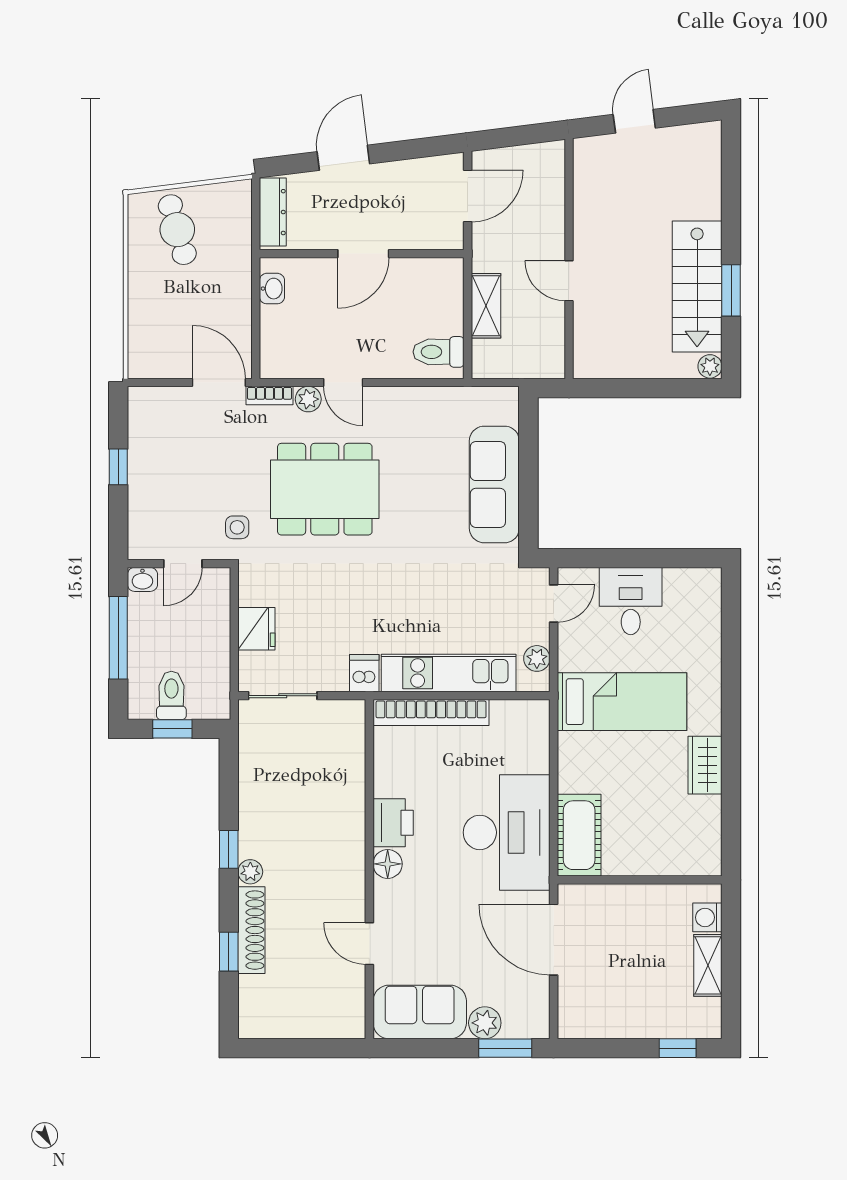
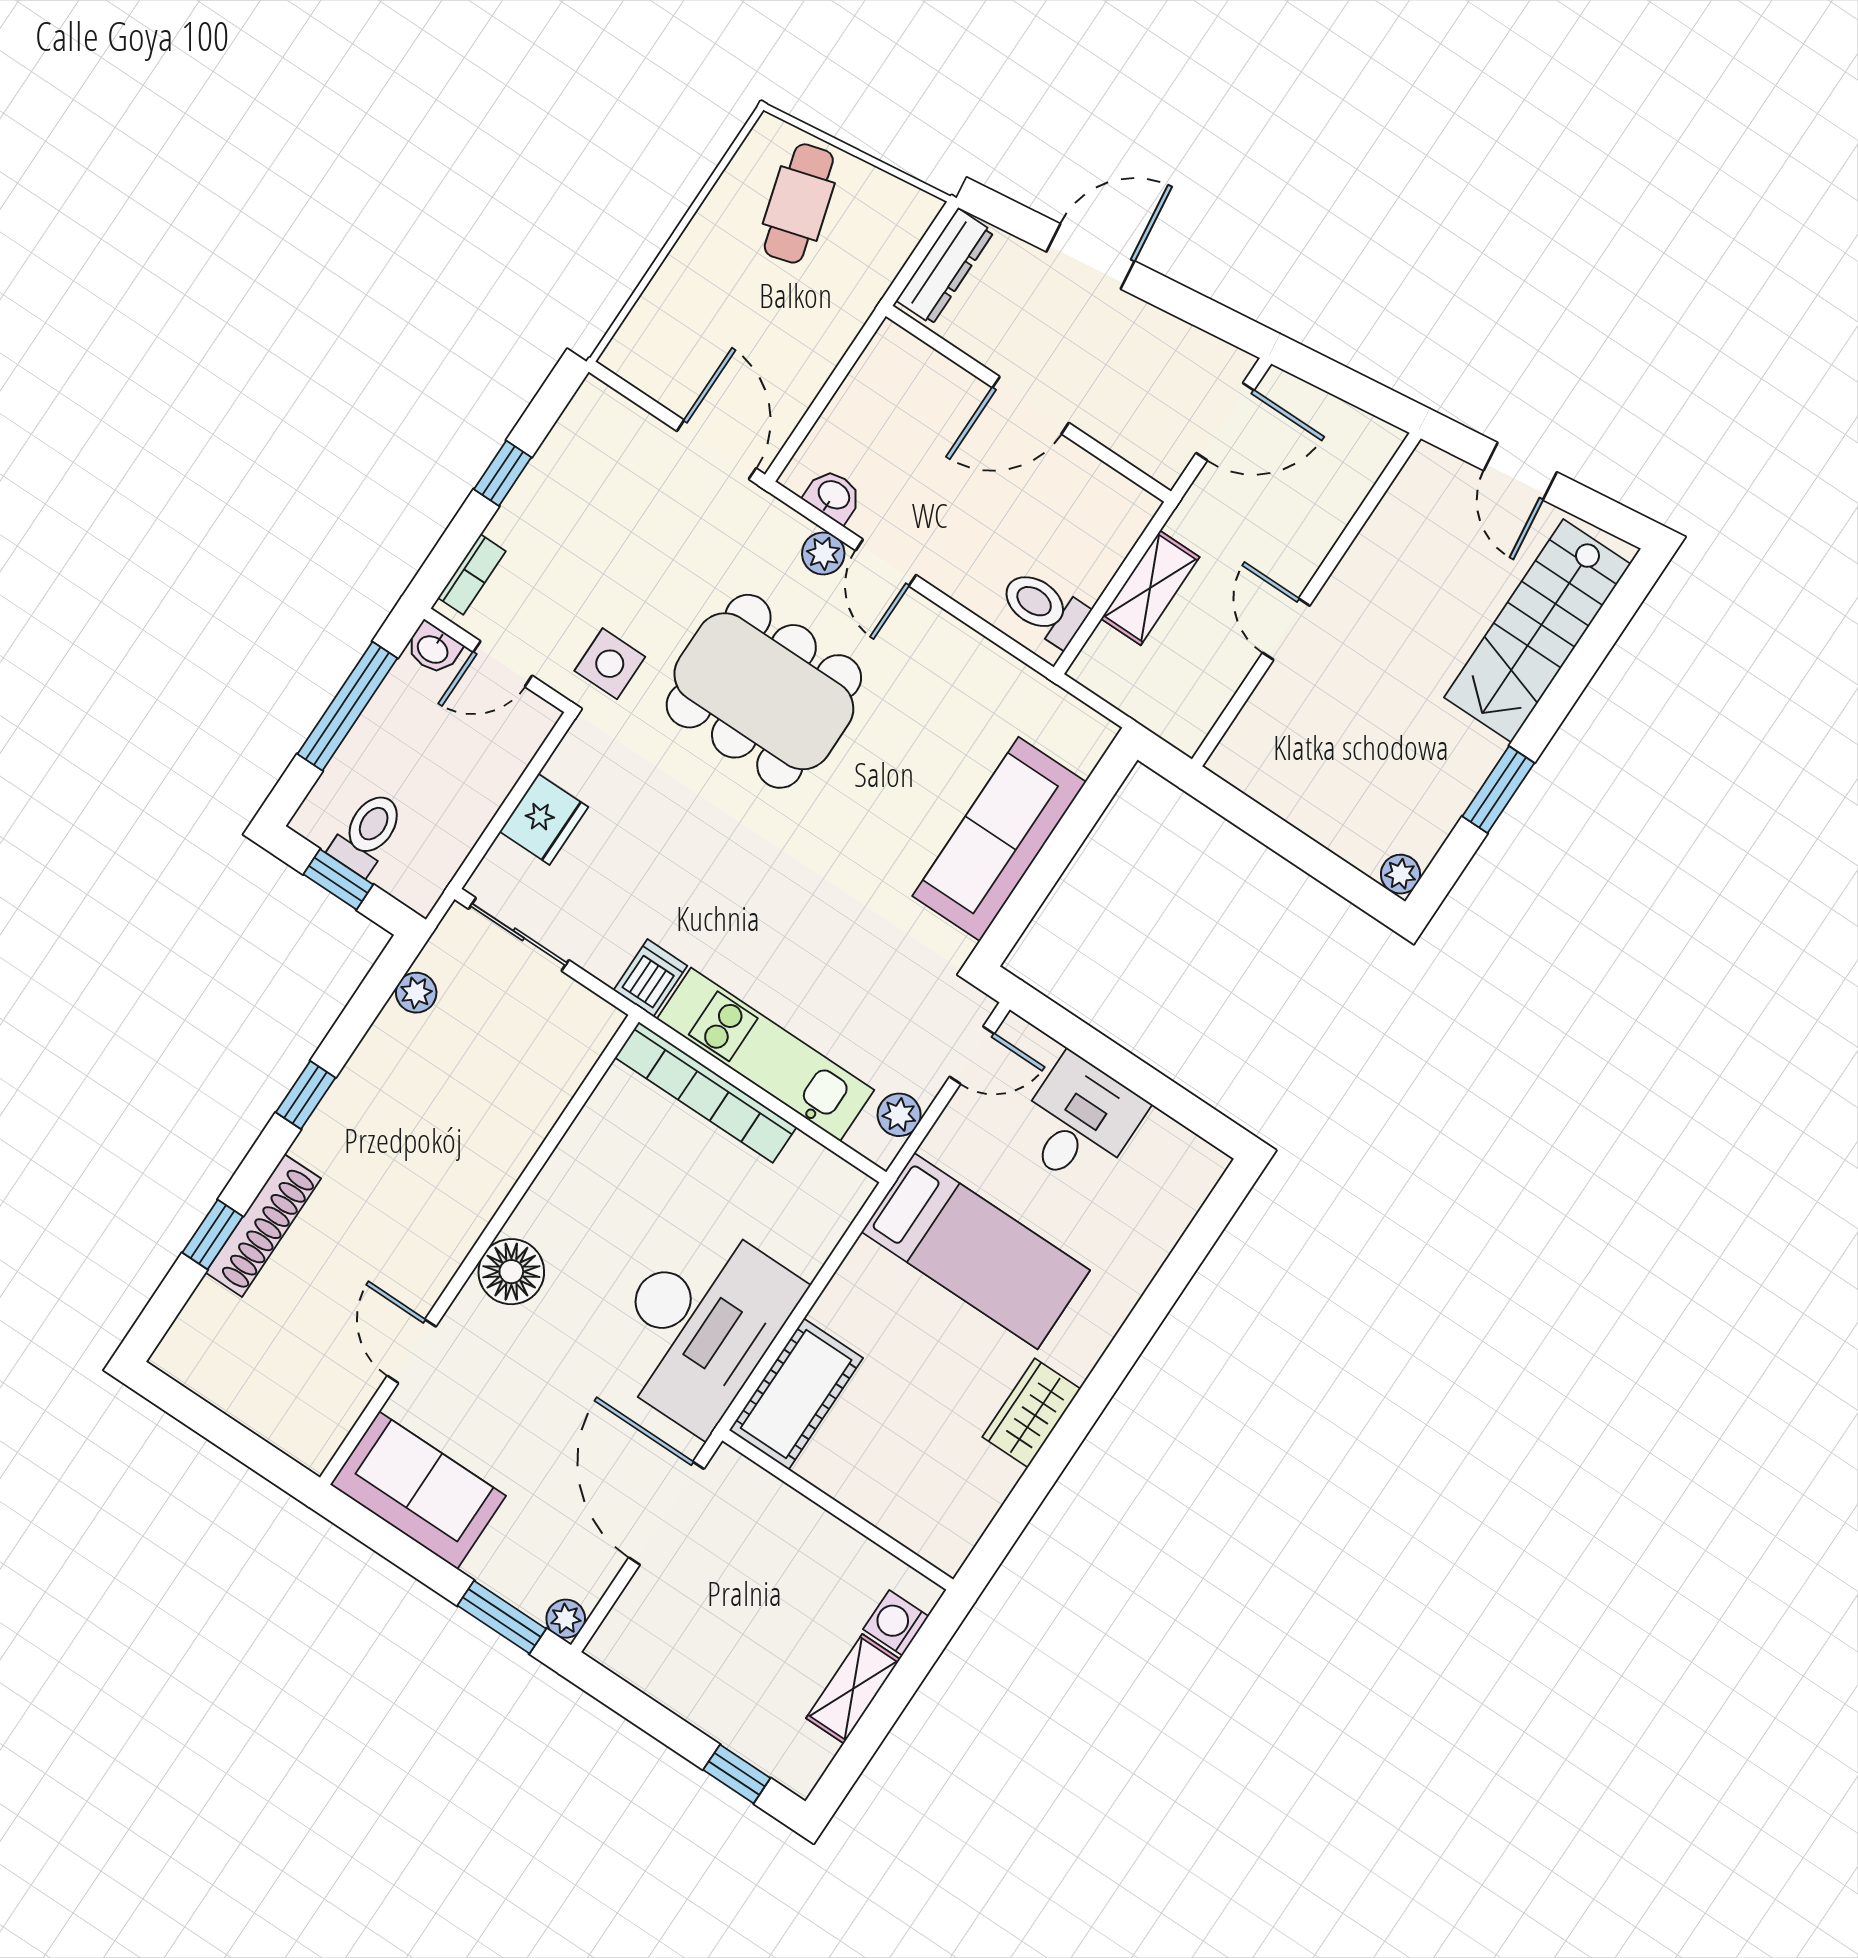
door: (634, 121) -> (1520, 471), swing flipped
stairs: (697, 286) -> (1537, 631), moved
washbasin: (272, 289) -> (833, 496), moved, turned -90
bookcase: (269, 396) -> (472, 574), moved, turned -90
side table: (237, 527) -> (610, 664), width x1.37, depth x1.37
printer: (393, 823) -> (554, 1208), removed
floor lamp: (388, 864) -> (511, 1272), width x1.38, depth x1.38
plant: (250, 872) -> (416, 993), moved
plant: (485, 1023) -> (566, 1619), moved, width x0.73, depth x0.73

